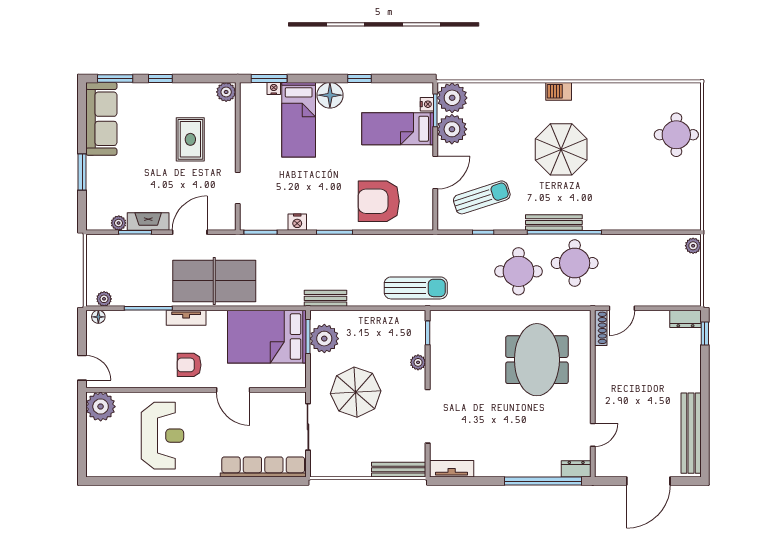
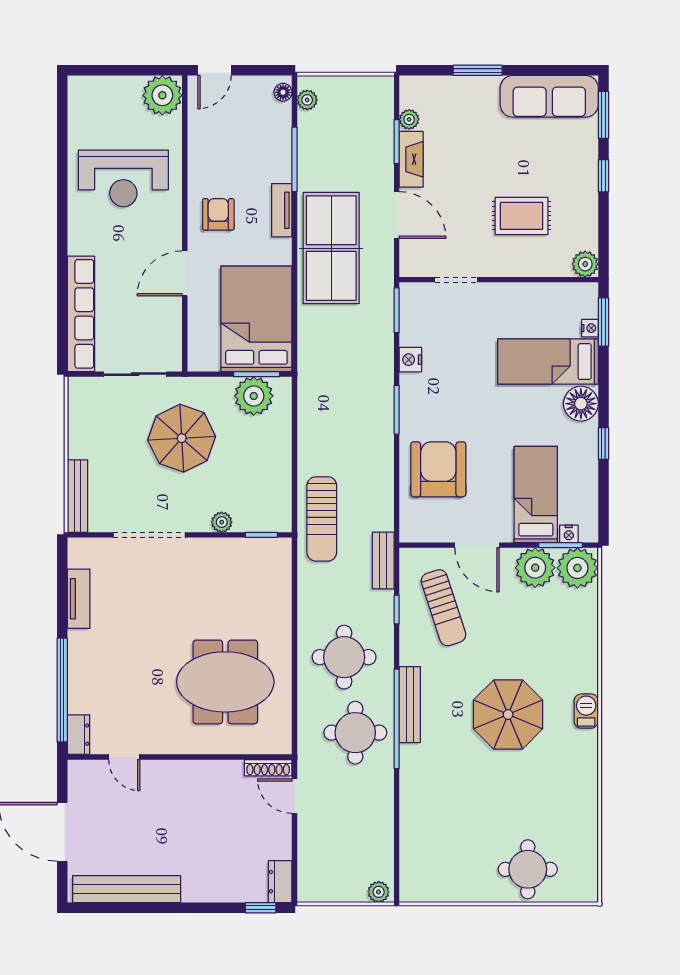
bench: (325, 298) -> (383, 560), moved
tv unit: (452, 469) -> (79, 599), moved

